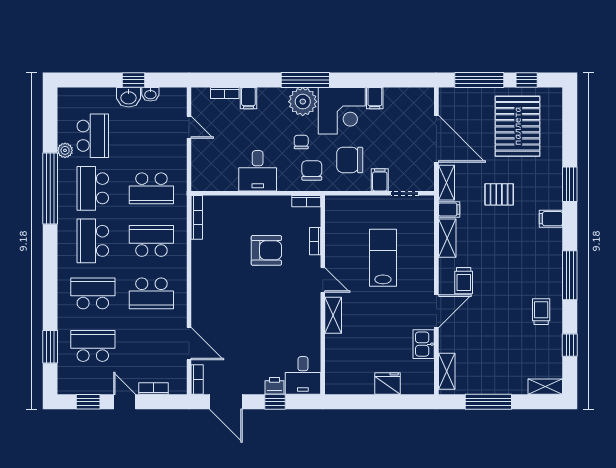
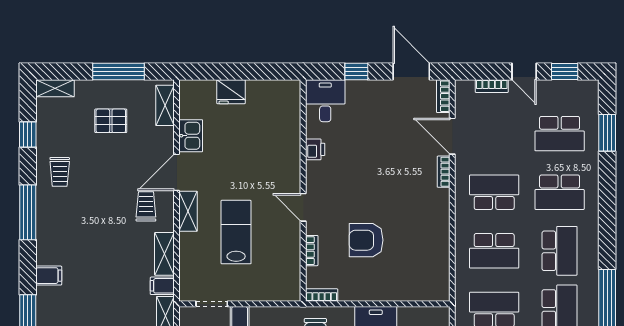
pallet: (499, 194) -> (111, 121), moved
bookcase: (197, 217) -> (444, 172), moved, width x0.64
lab bench: (383, 258) -> (236, 232), turned 180
shelving: (333, 315) -> (188, 211), moved
printer: (275, 386) -> (315, 149), moved, turned -90

